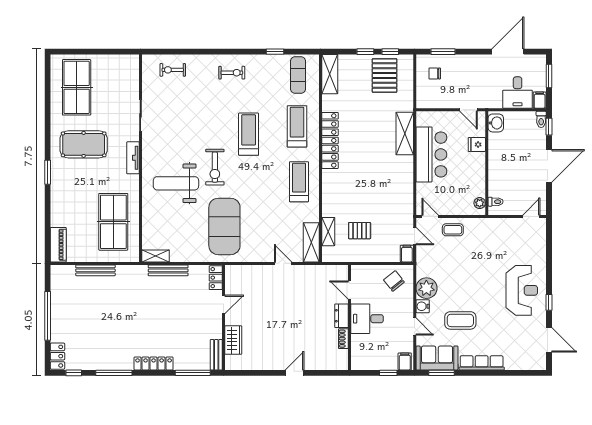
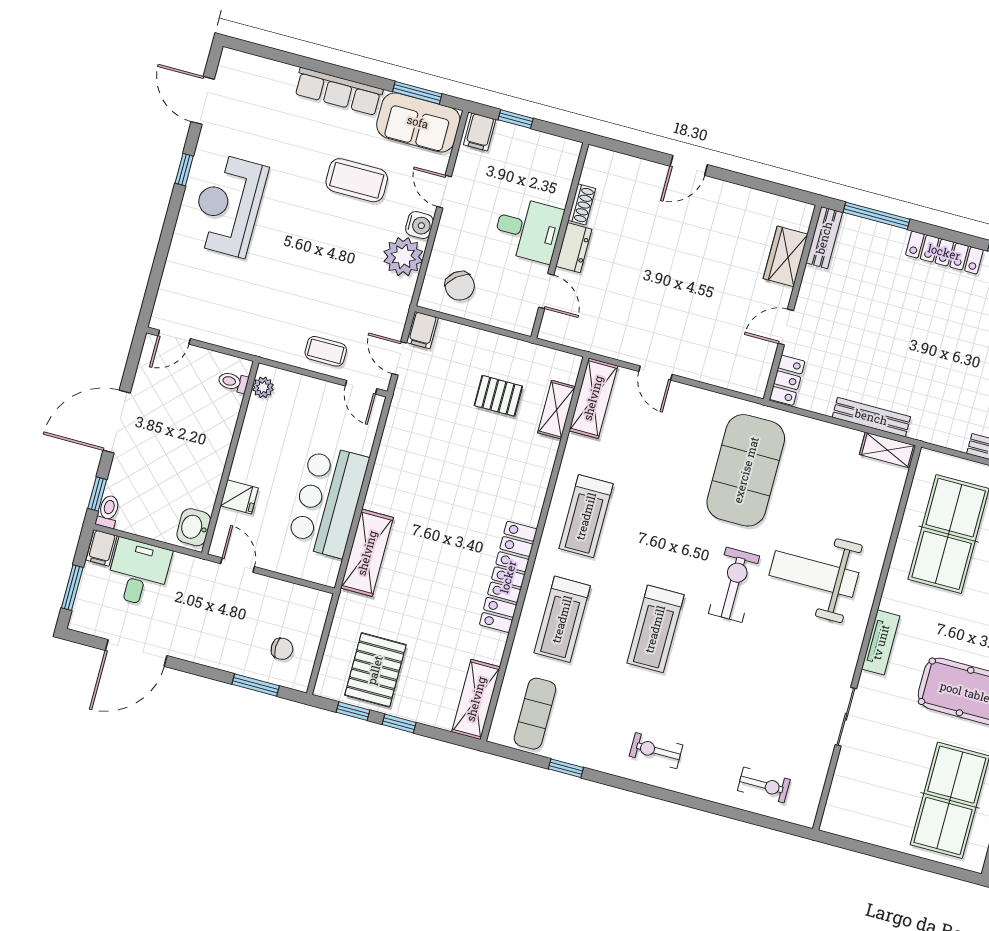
weight bench: (176, 183) -> (814, 574), turned 180

